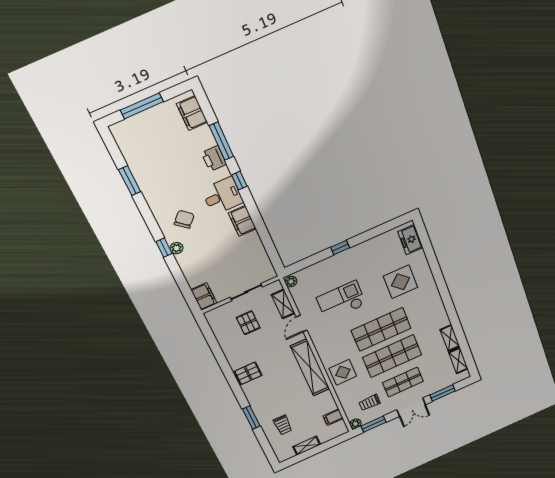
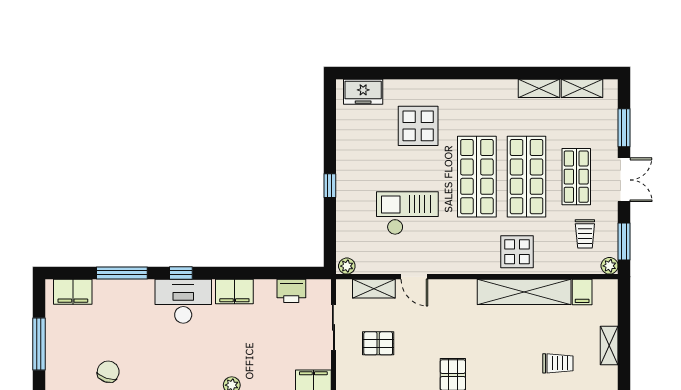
printer: (214, 158) -> (291, 291), moved
desk: (223, 196) -> (183, 301), width x1.37
chair: (184, 219) -> (108, 372), moved, turned 66
checkout: (341, 301) -> (407, 213), turned 90
shelving: (310, 368) -> (524, 292), moved

